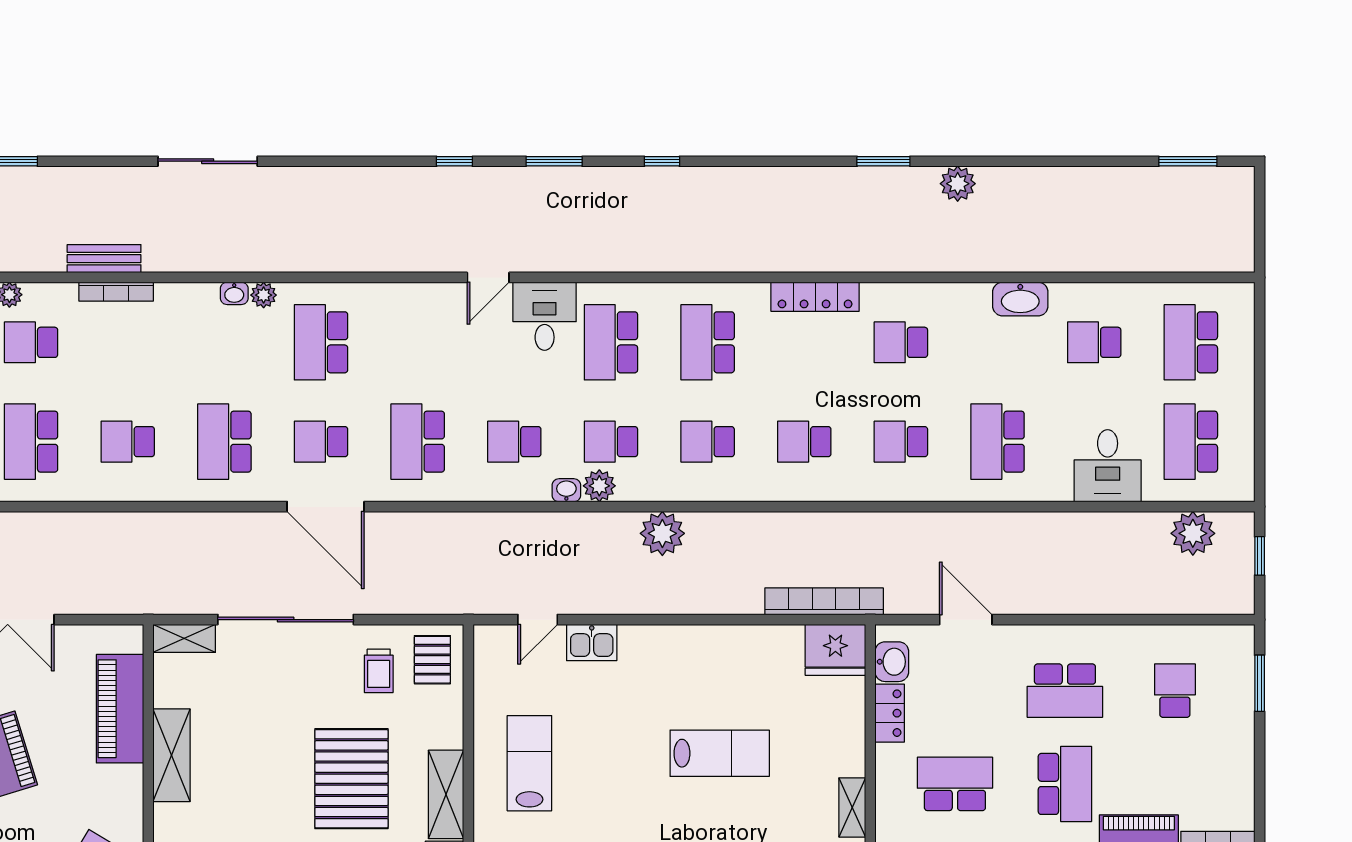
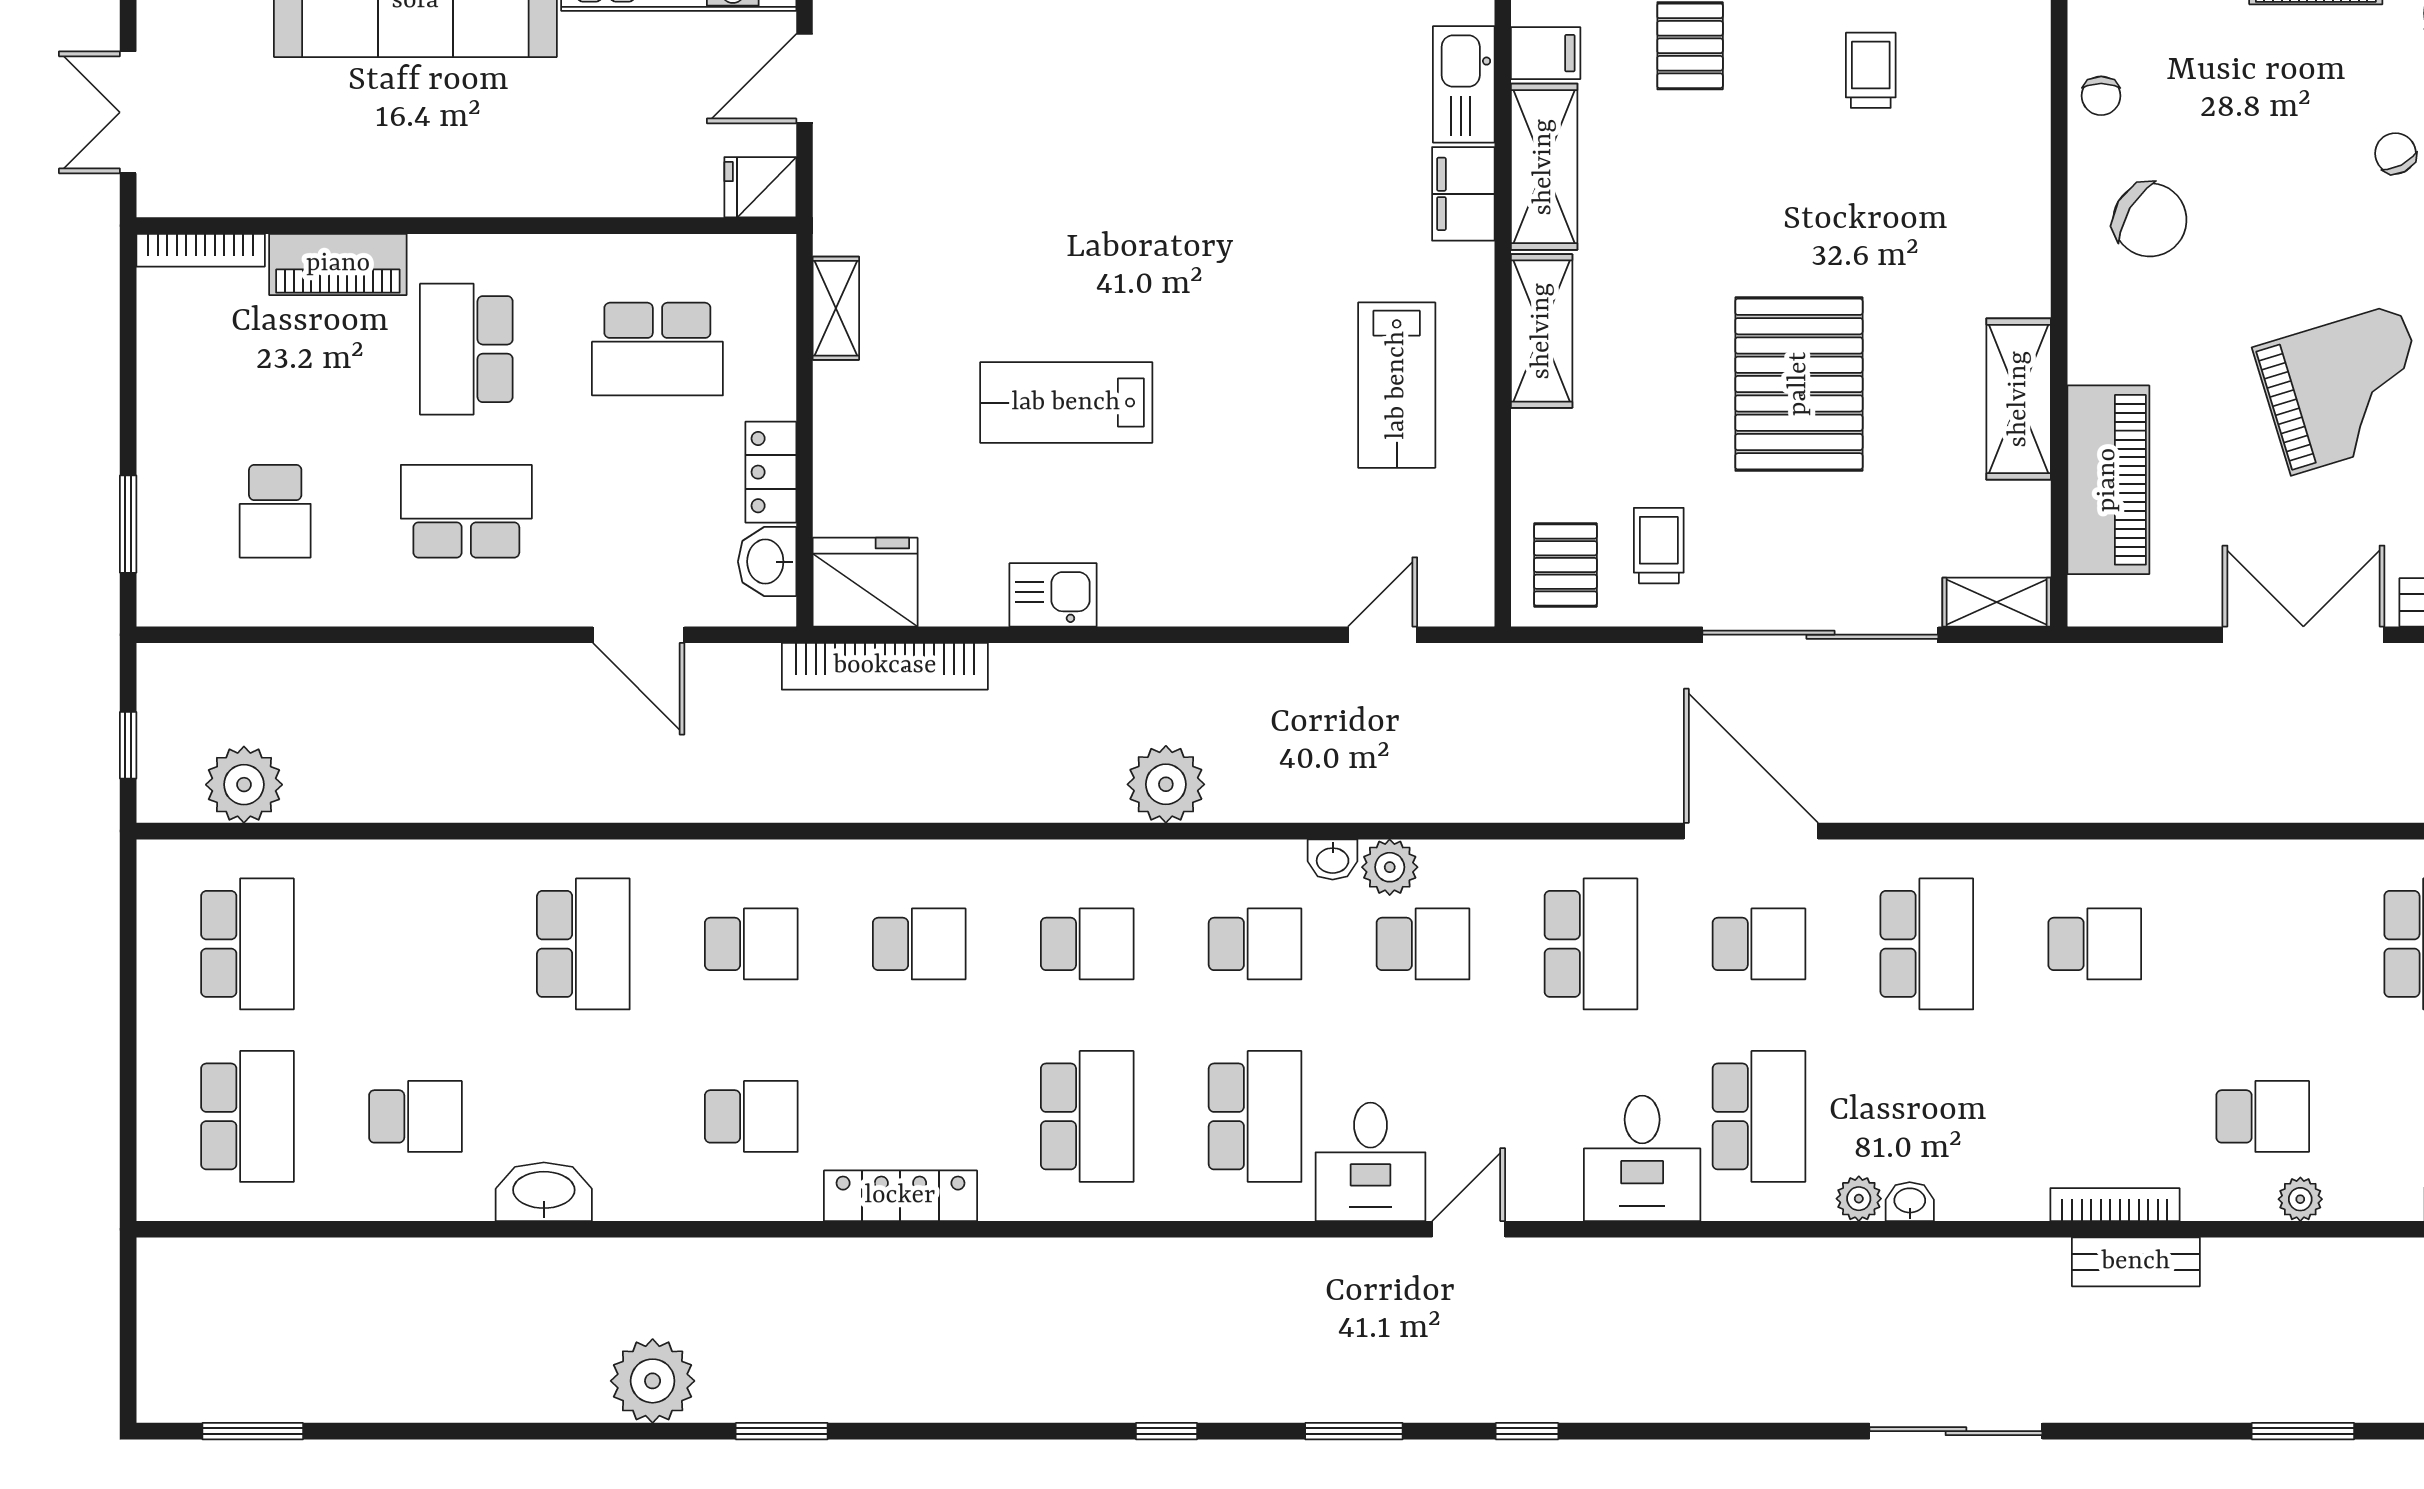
plant: (958, 184) -> (653, 1381), width x1.36, depth x1.36
school desk: (31, 442) -> (2263, 944), removed
desk: (1108, 466) -> (1642, 1158), moved, turned 180
plant: (599, 486) -> (1390, 867), moved
kitchen sink: (592, 642) -> (1053, 595), moved
pallet: (351, 779) -> (1799, 384), moved

